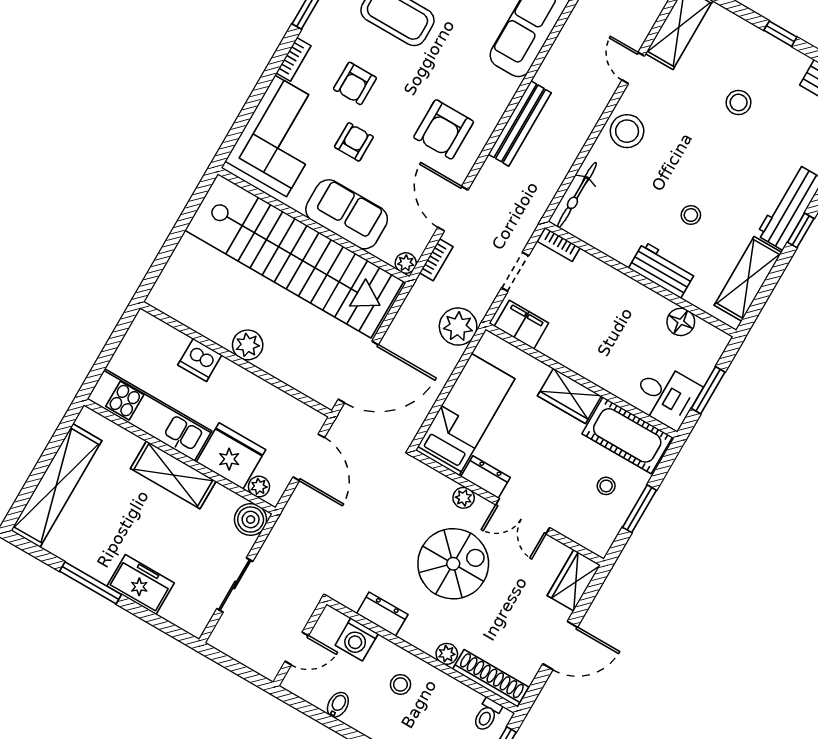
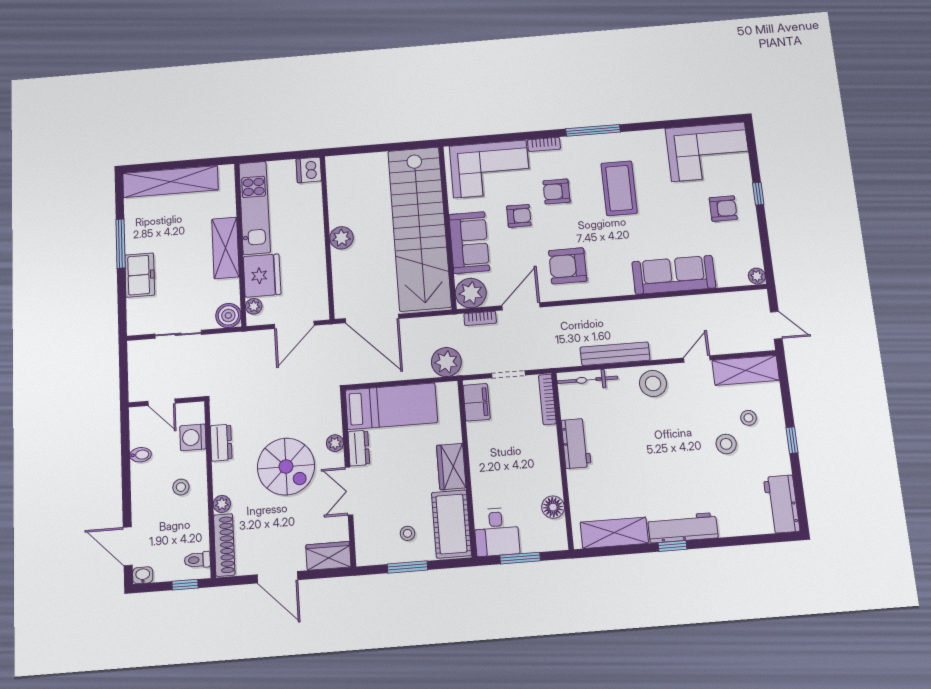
bench: (520, 123) -> (615, 354), moved
stool: (691, 215) -> (748, 418), moved
bookcase: (559, 245) -> (547, 399), width x1.56
plant: (406, 263) -> (471, 293), width x1.88, depth x1.88
workbench: (662, 270) -> (576, 443), moved
dishwasher: (200, 360) -> (309, 170), moved

